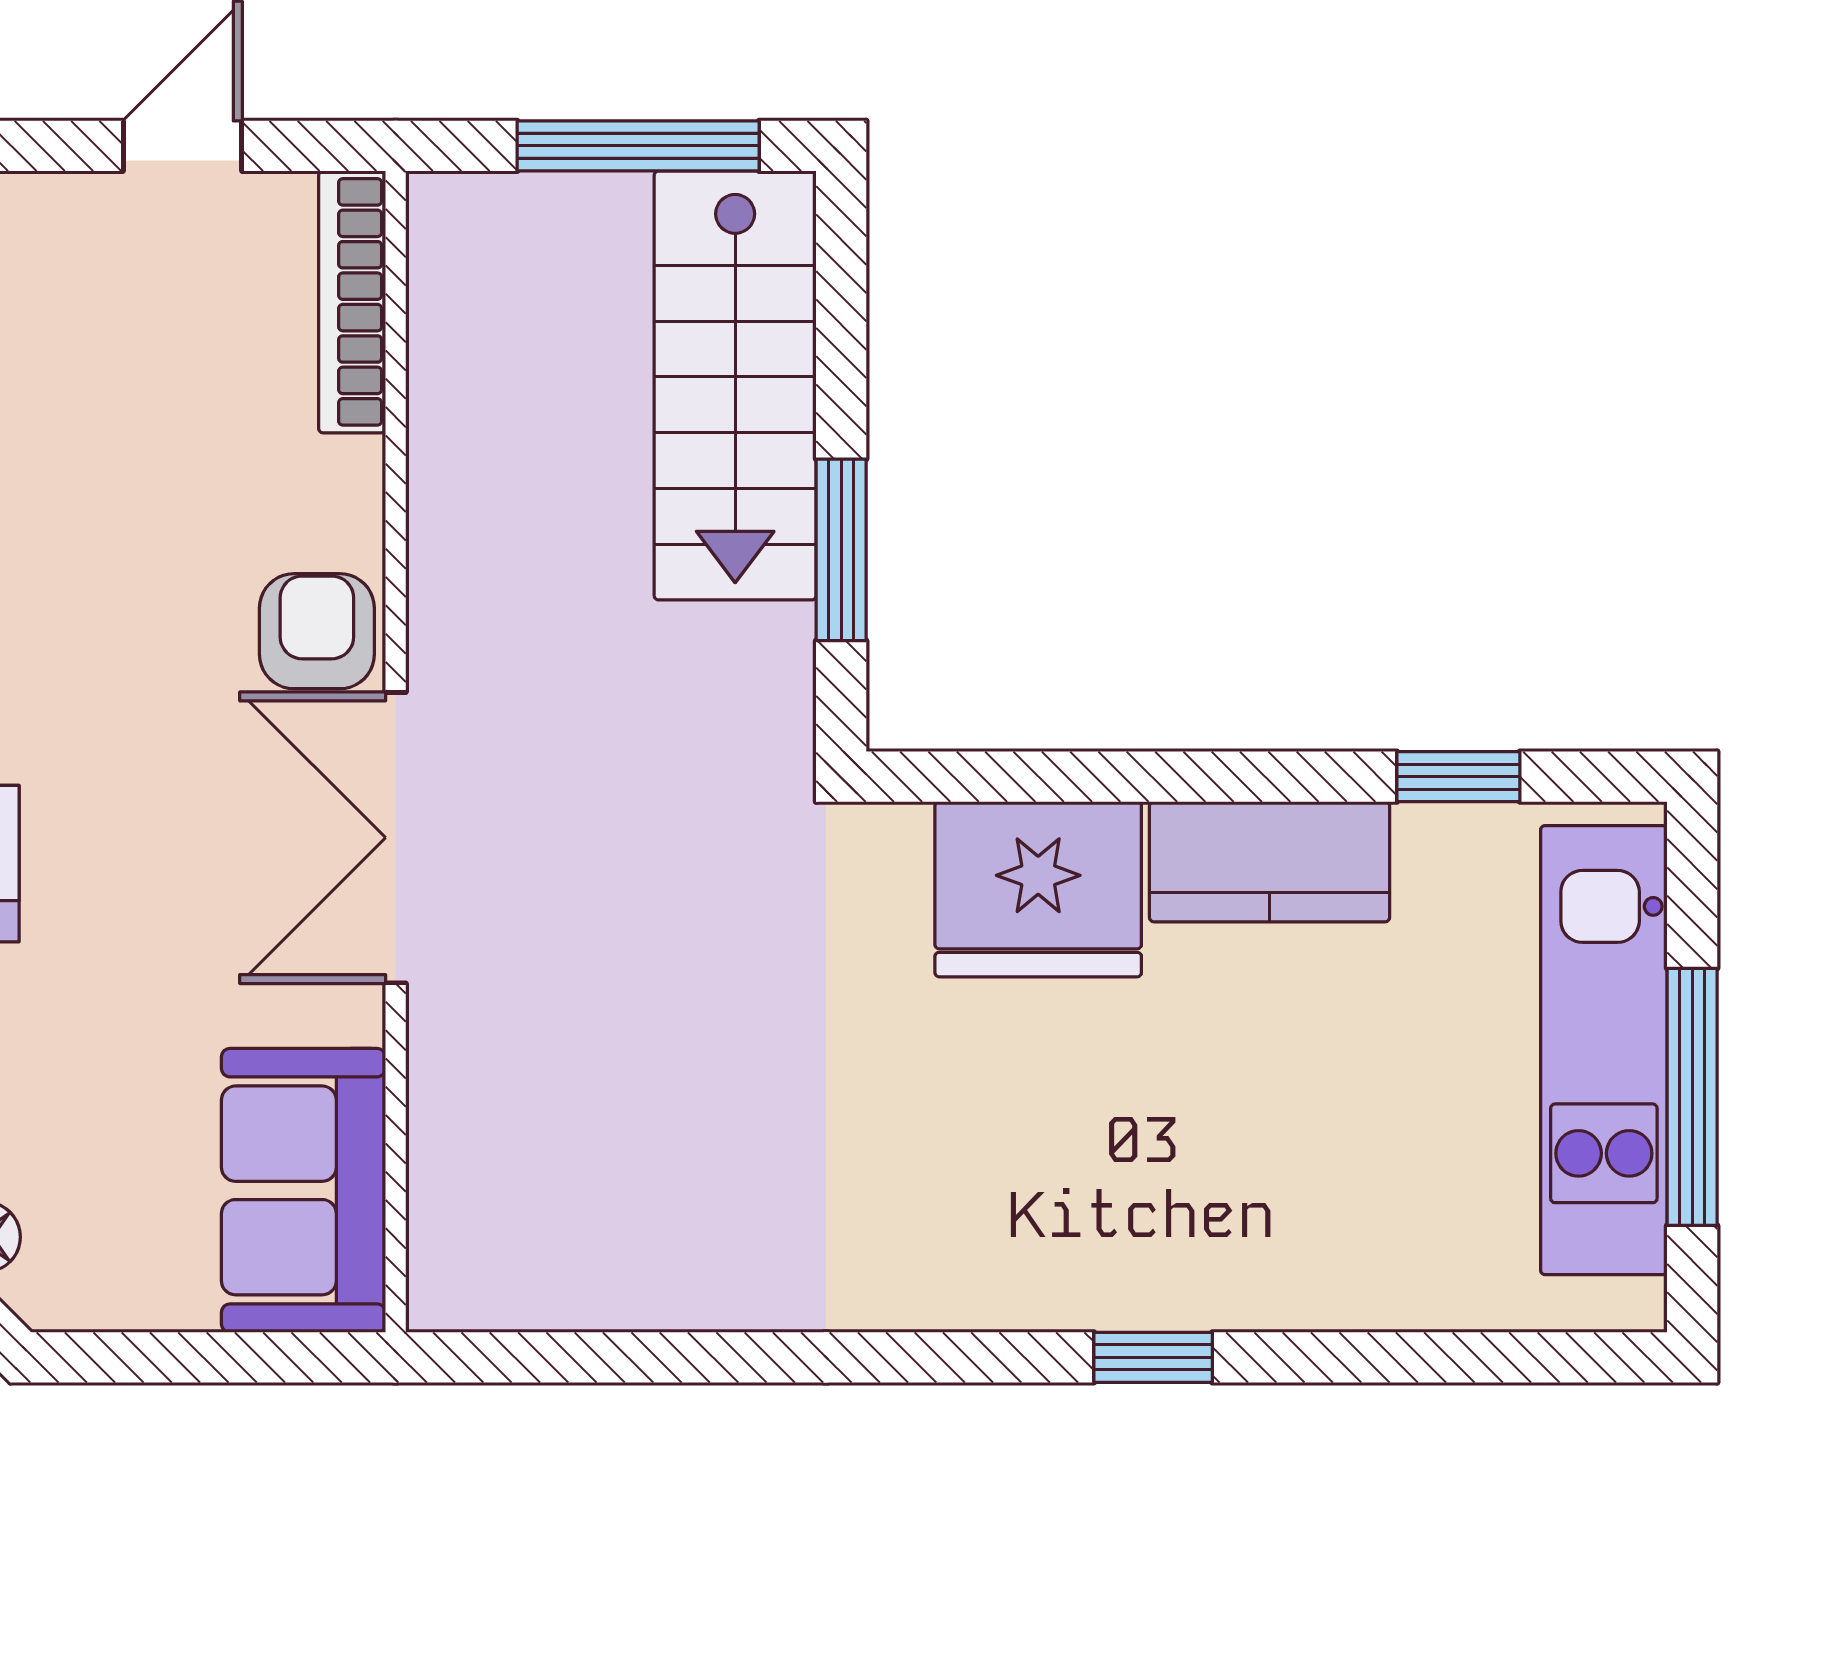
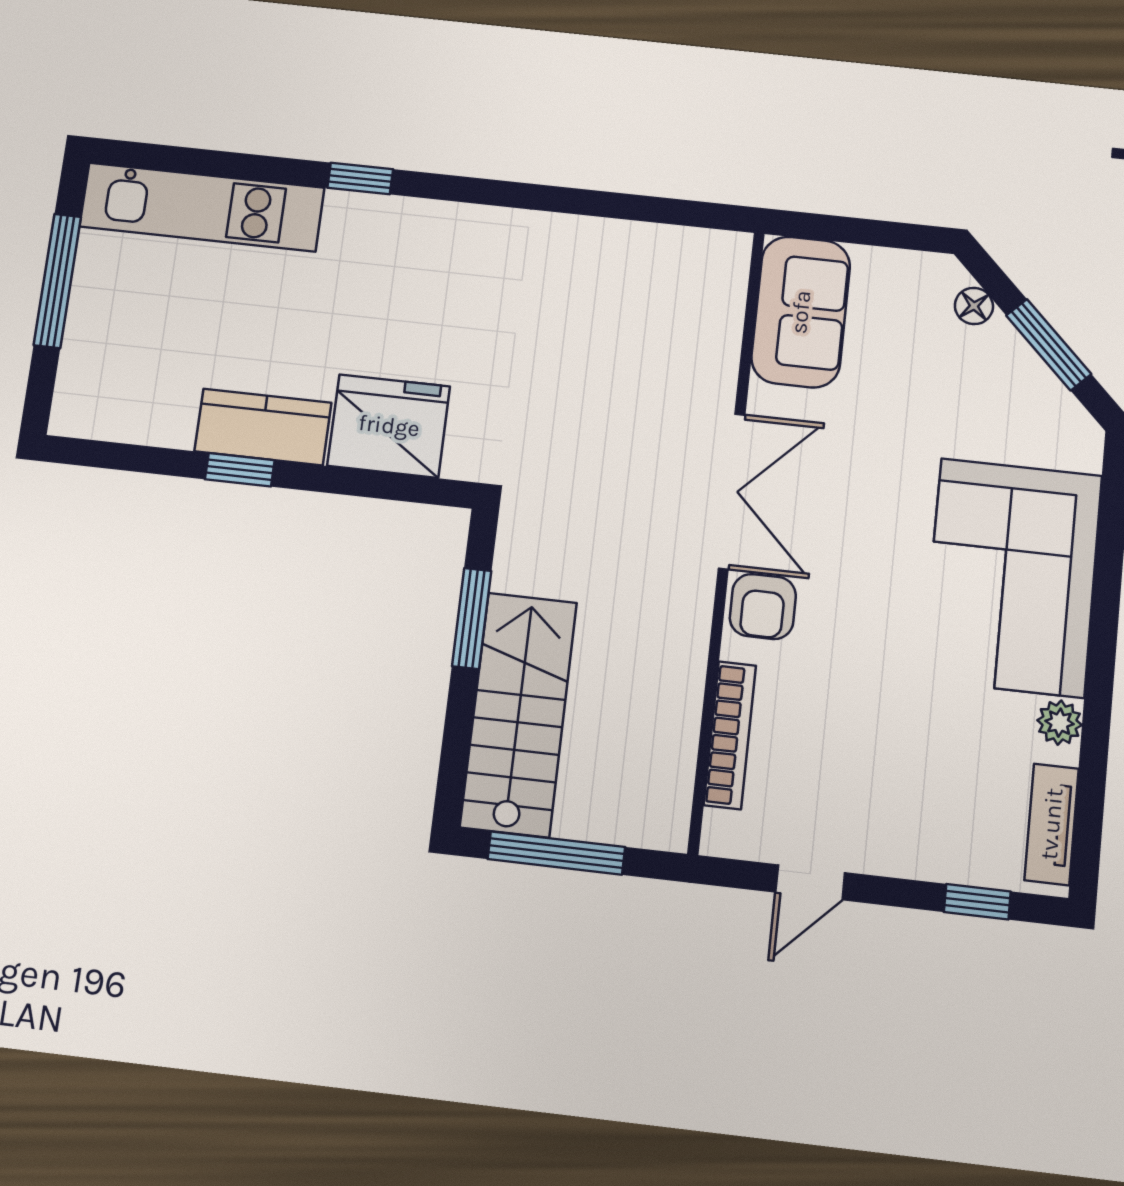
bookcase: (352, 302) -> (730, 735), moved
window: (1458, 777) -> (240, 470), moved
kitchen unit: (1604, 1050) -> (202, 207), moved, turned 90

